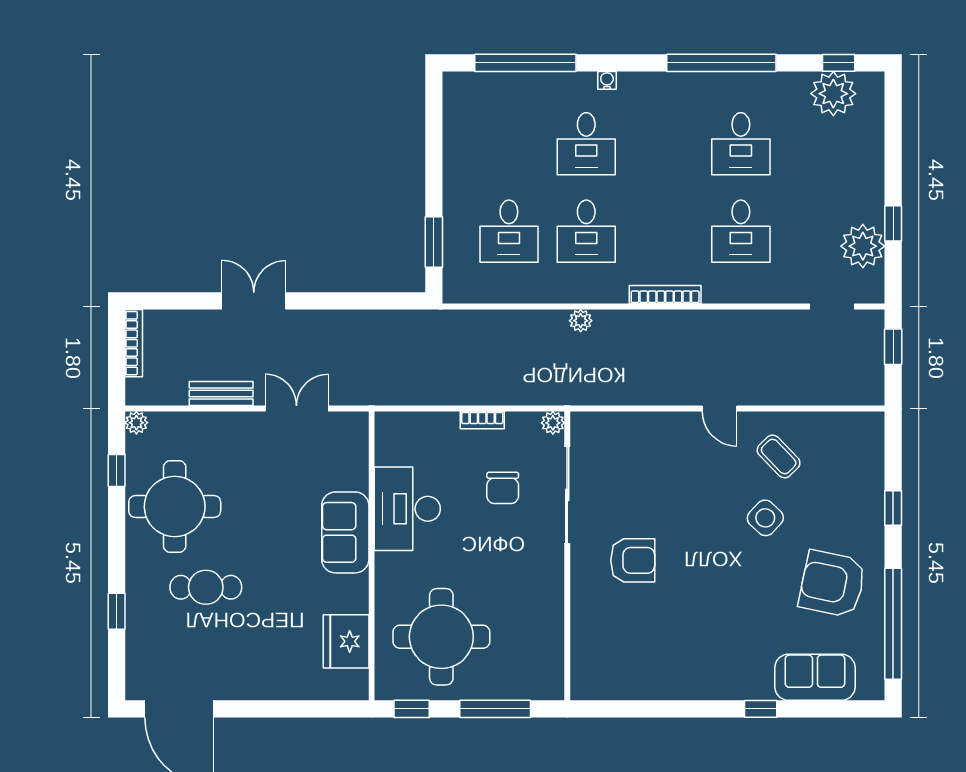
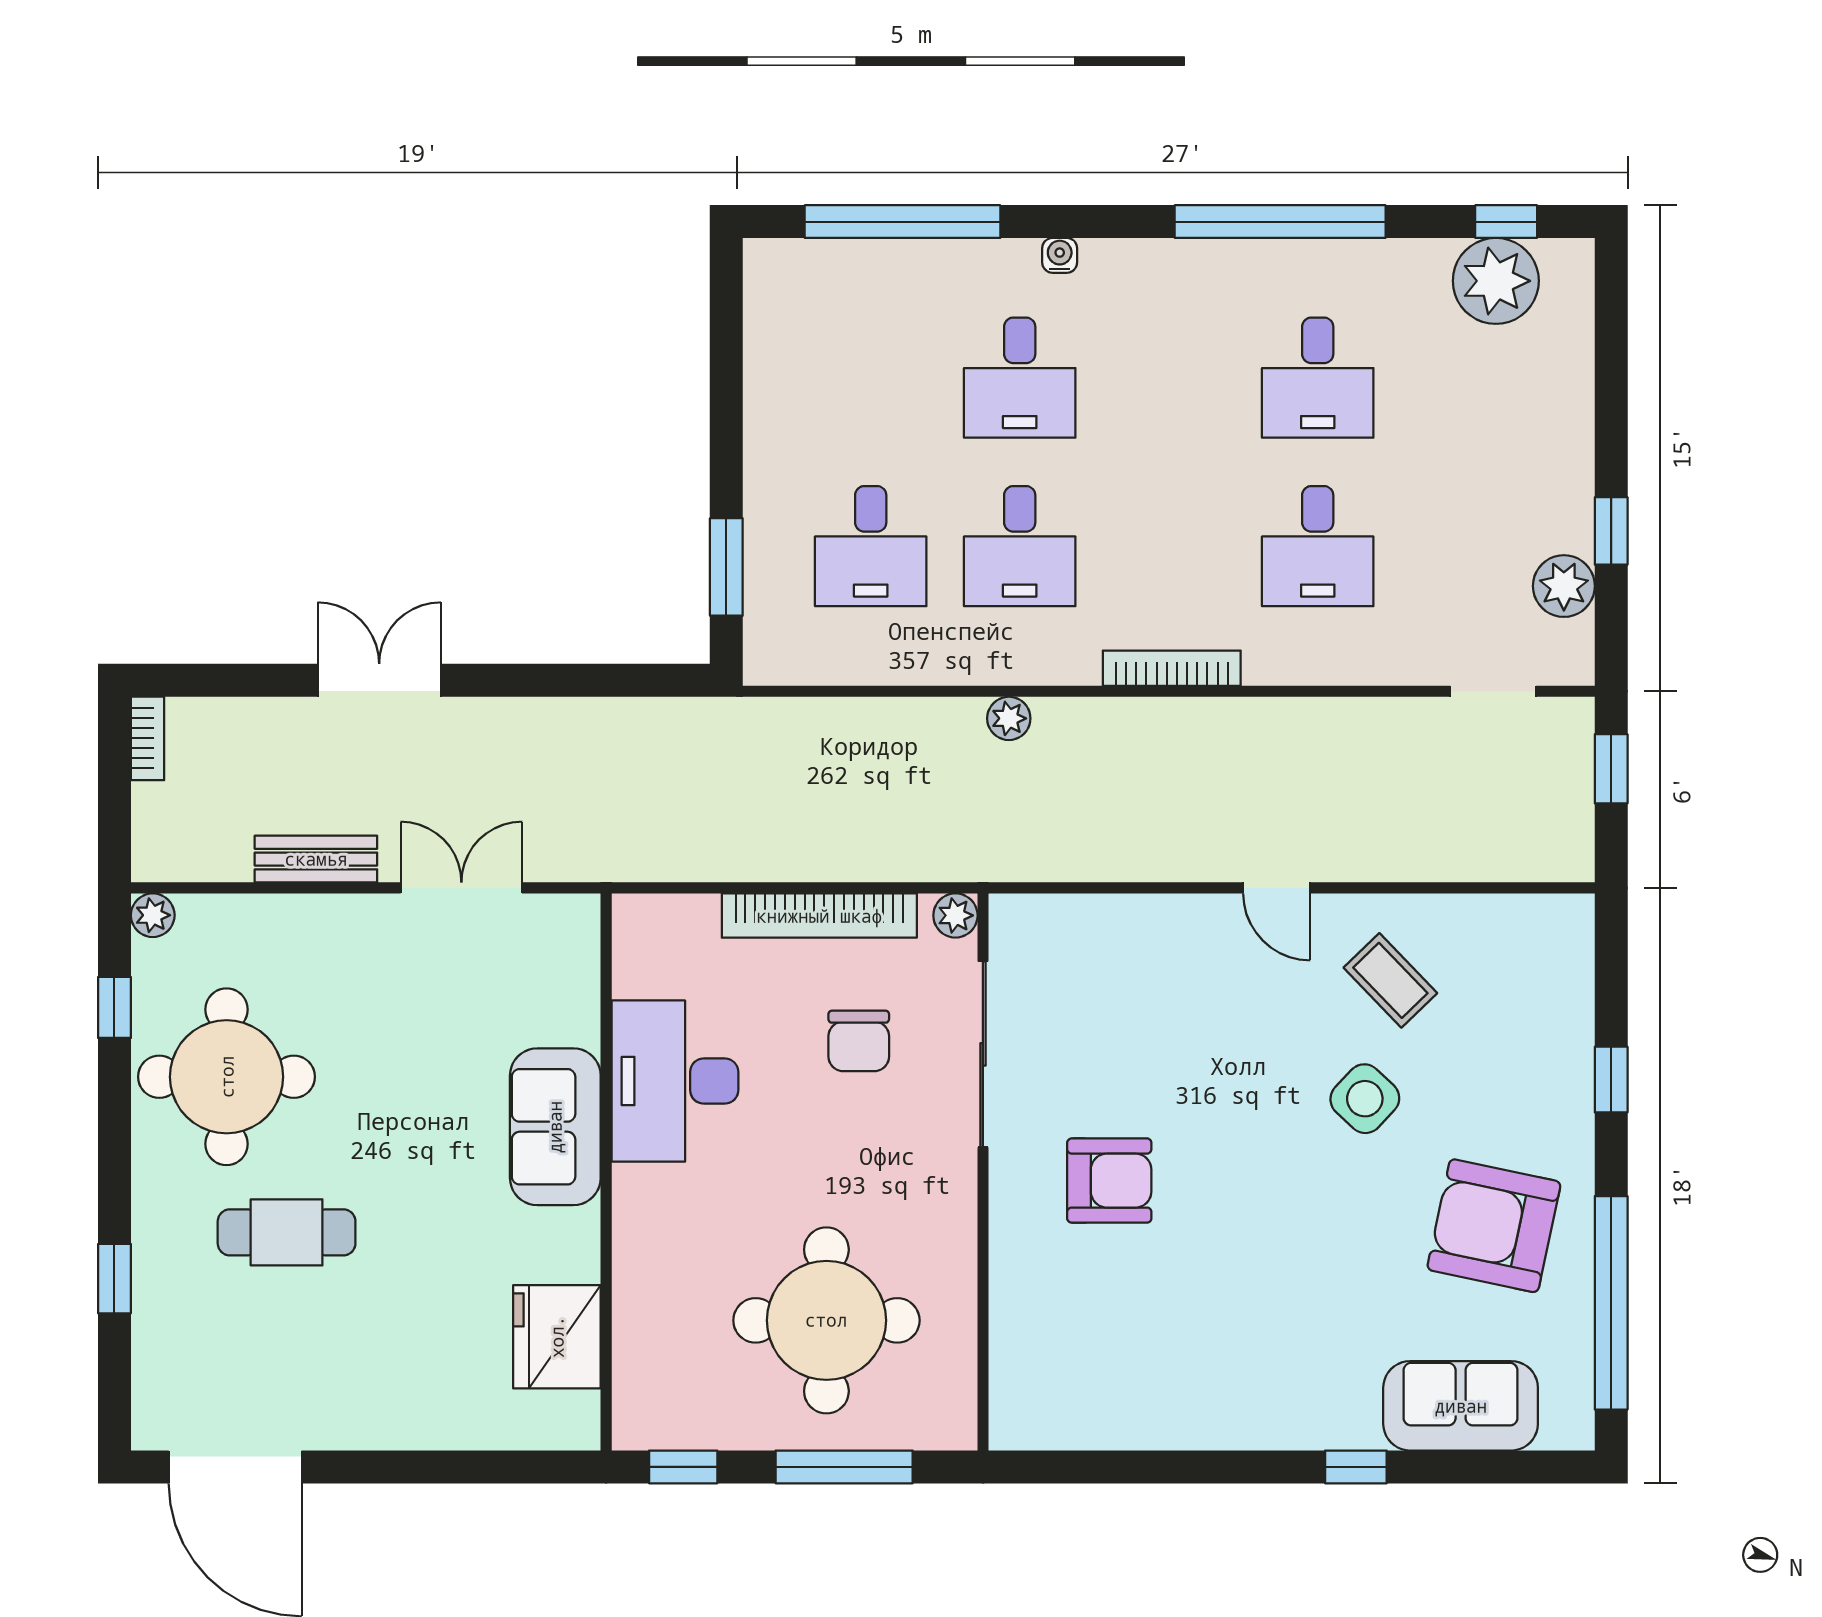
plant: (863, 246) -> (1564, 586), width x0.73, depth x0.73
bookcase: (134, 343) -> (148, 738), width x0.64
bookcase: (482, 420) -> (819, 916), width x2.31, depth x1.31
round table: (441, 637) -> (826, 1320), moved

